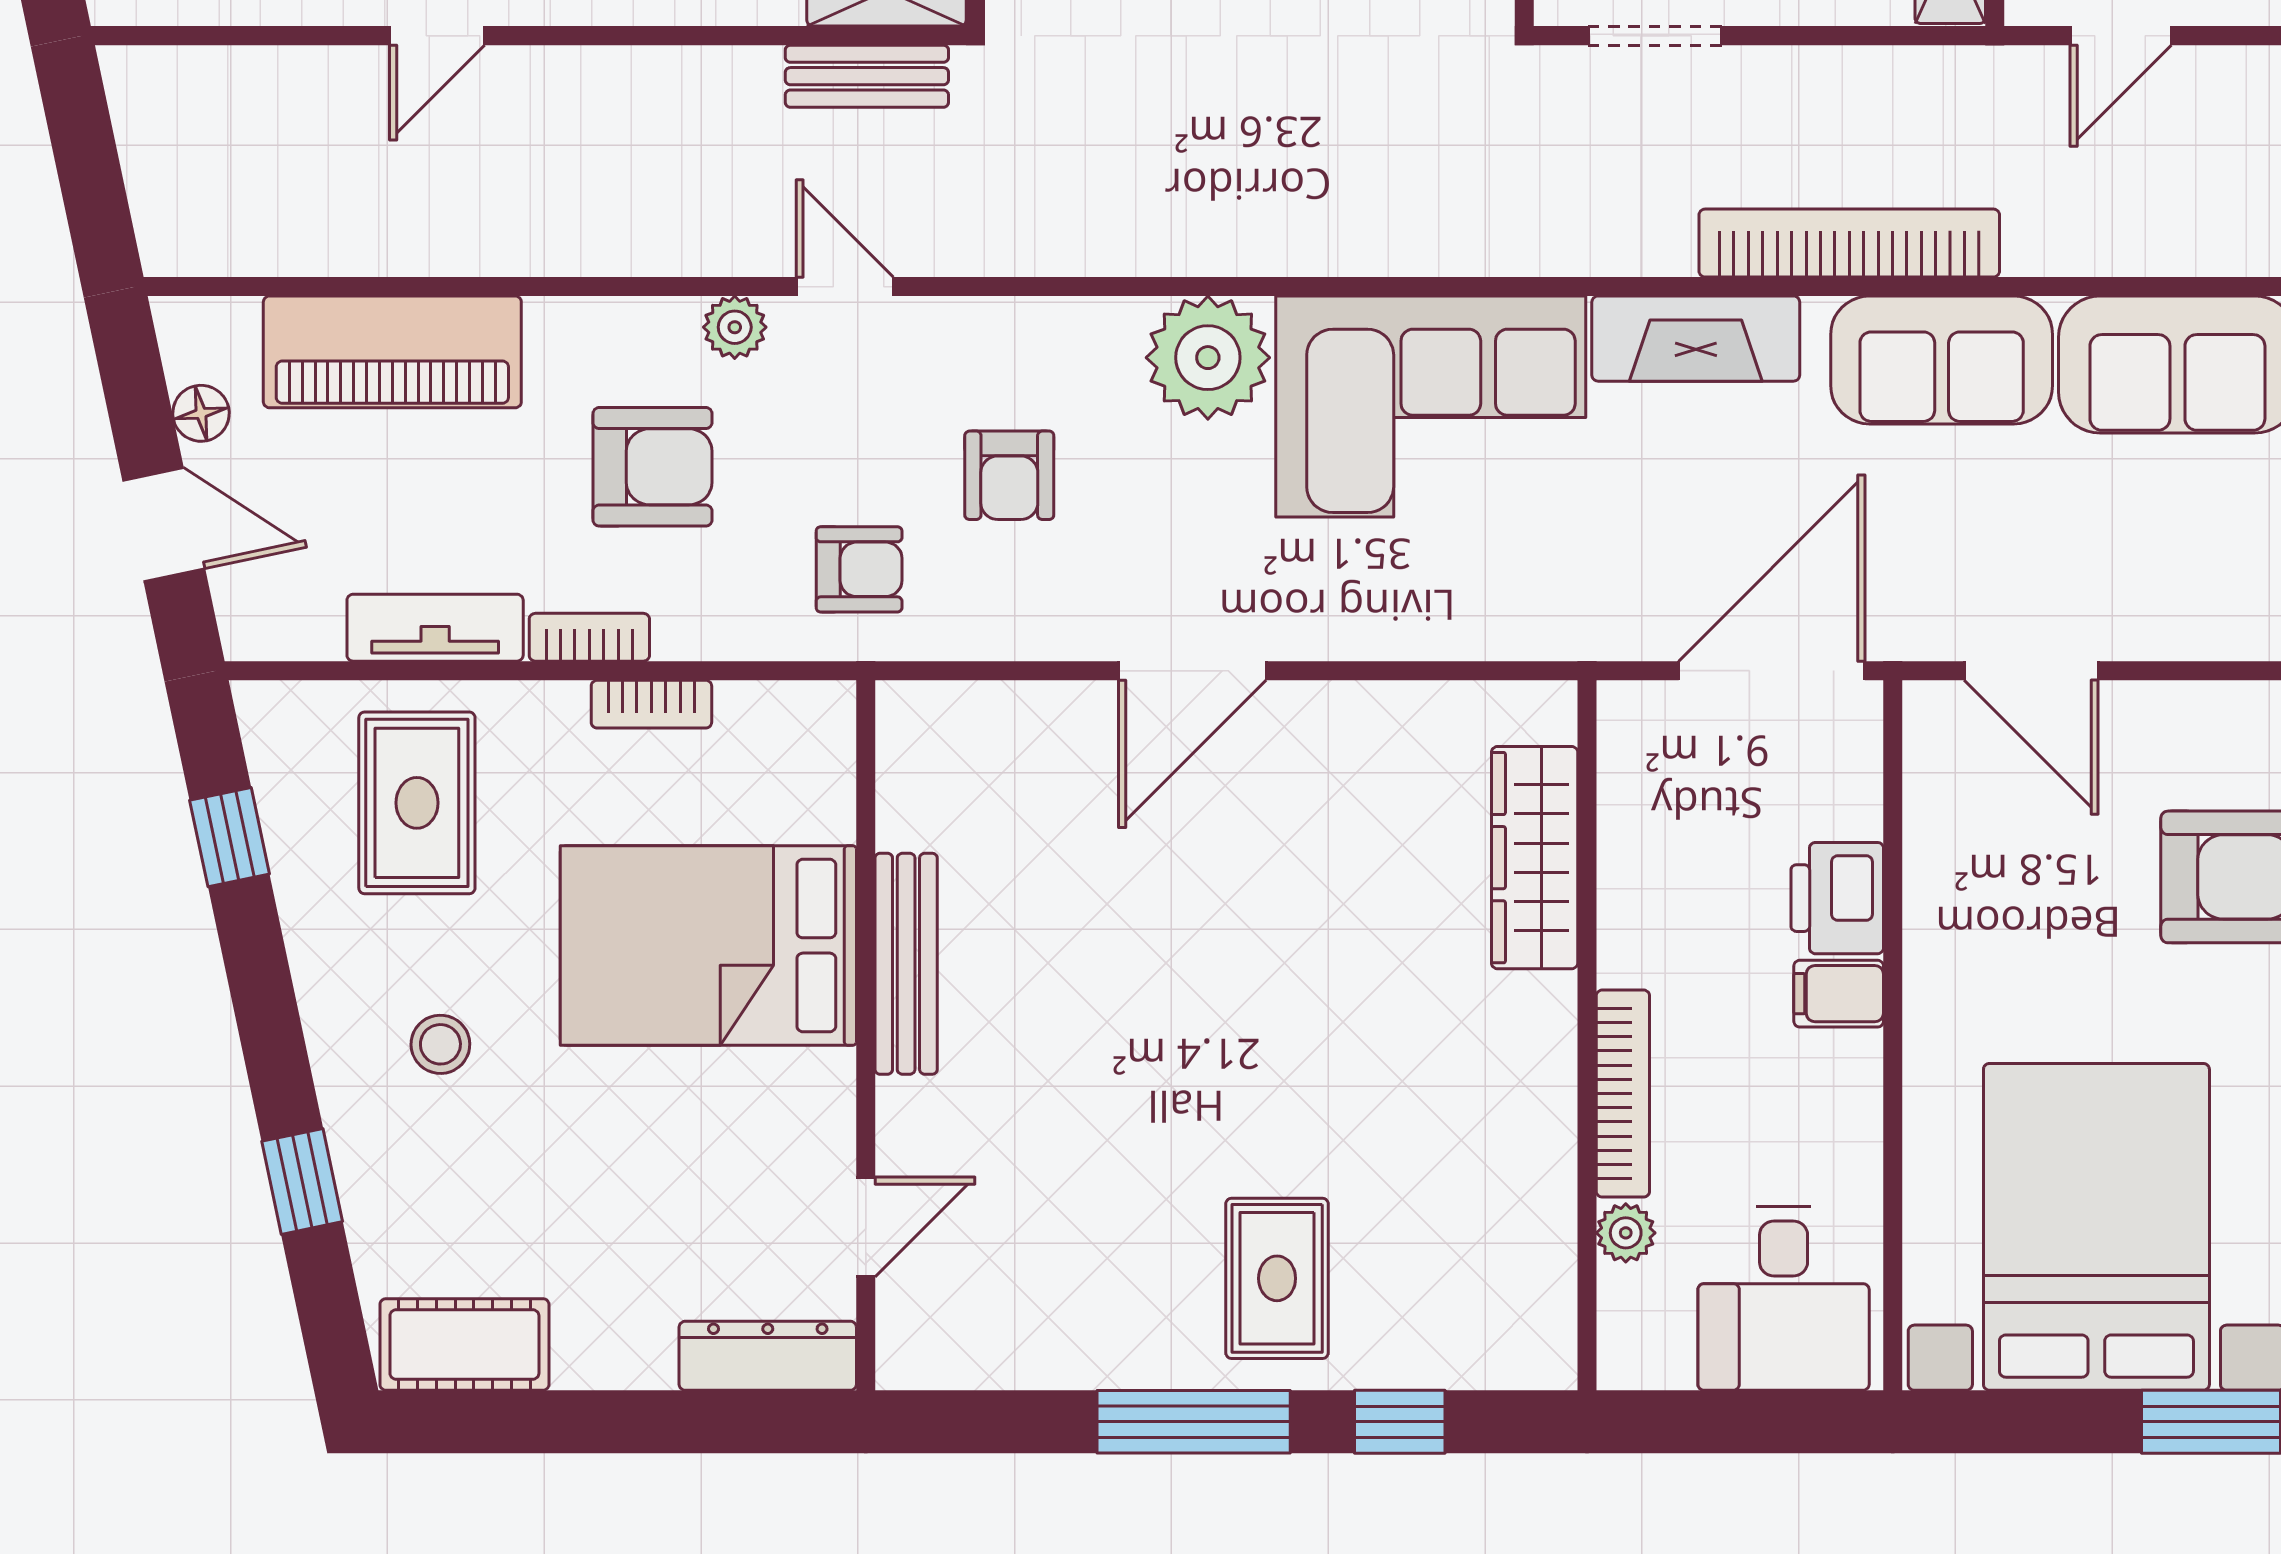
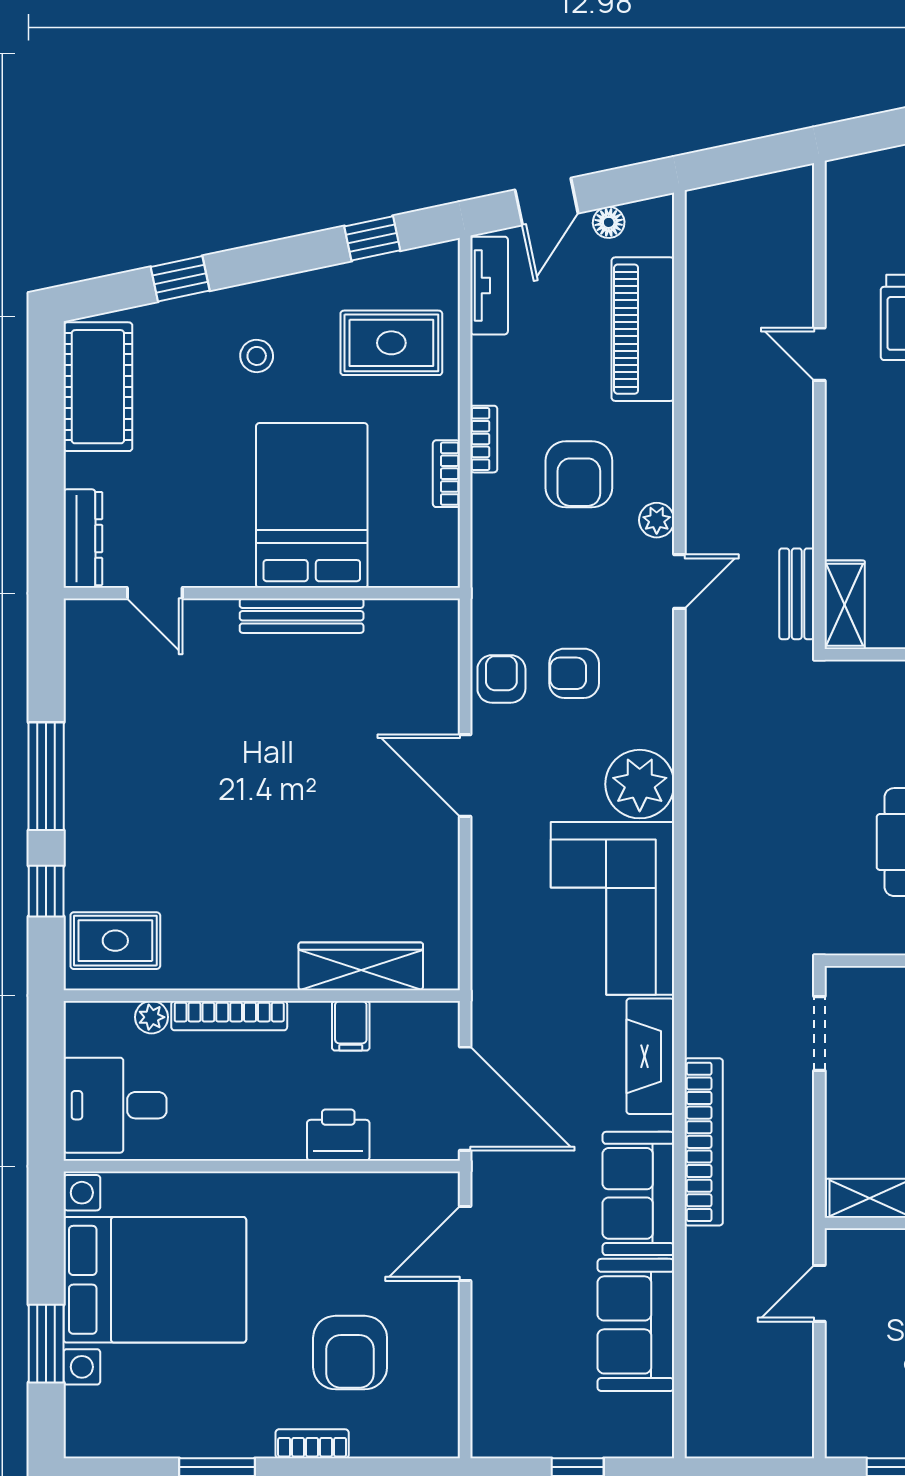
door: (2121, 36) -> (819, 1293), hinge flipped
armchair: (859, 569) -> (501, 679), moved, turned 180
tv unit: (435, 628) -> (489, 286), moved
filing cabinet: (1839, 994) -> (351, 1026), moved, turned 180
rug: (1277, 1278) -> (115, 941), moved
cot: (464, 1344) -> (98, 387), width x1.37, depth x1.34

